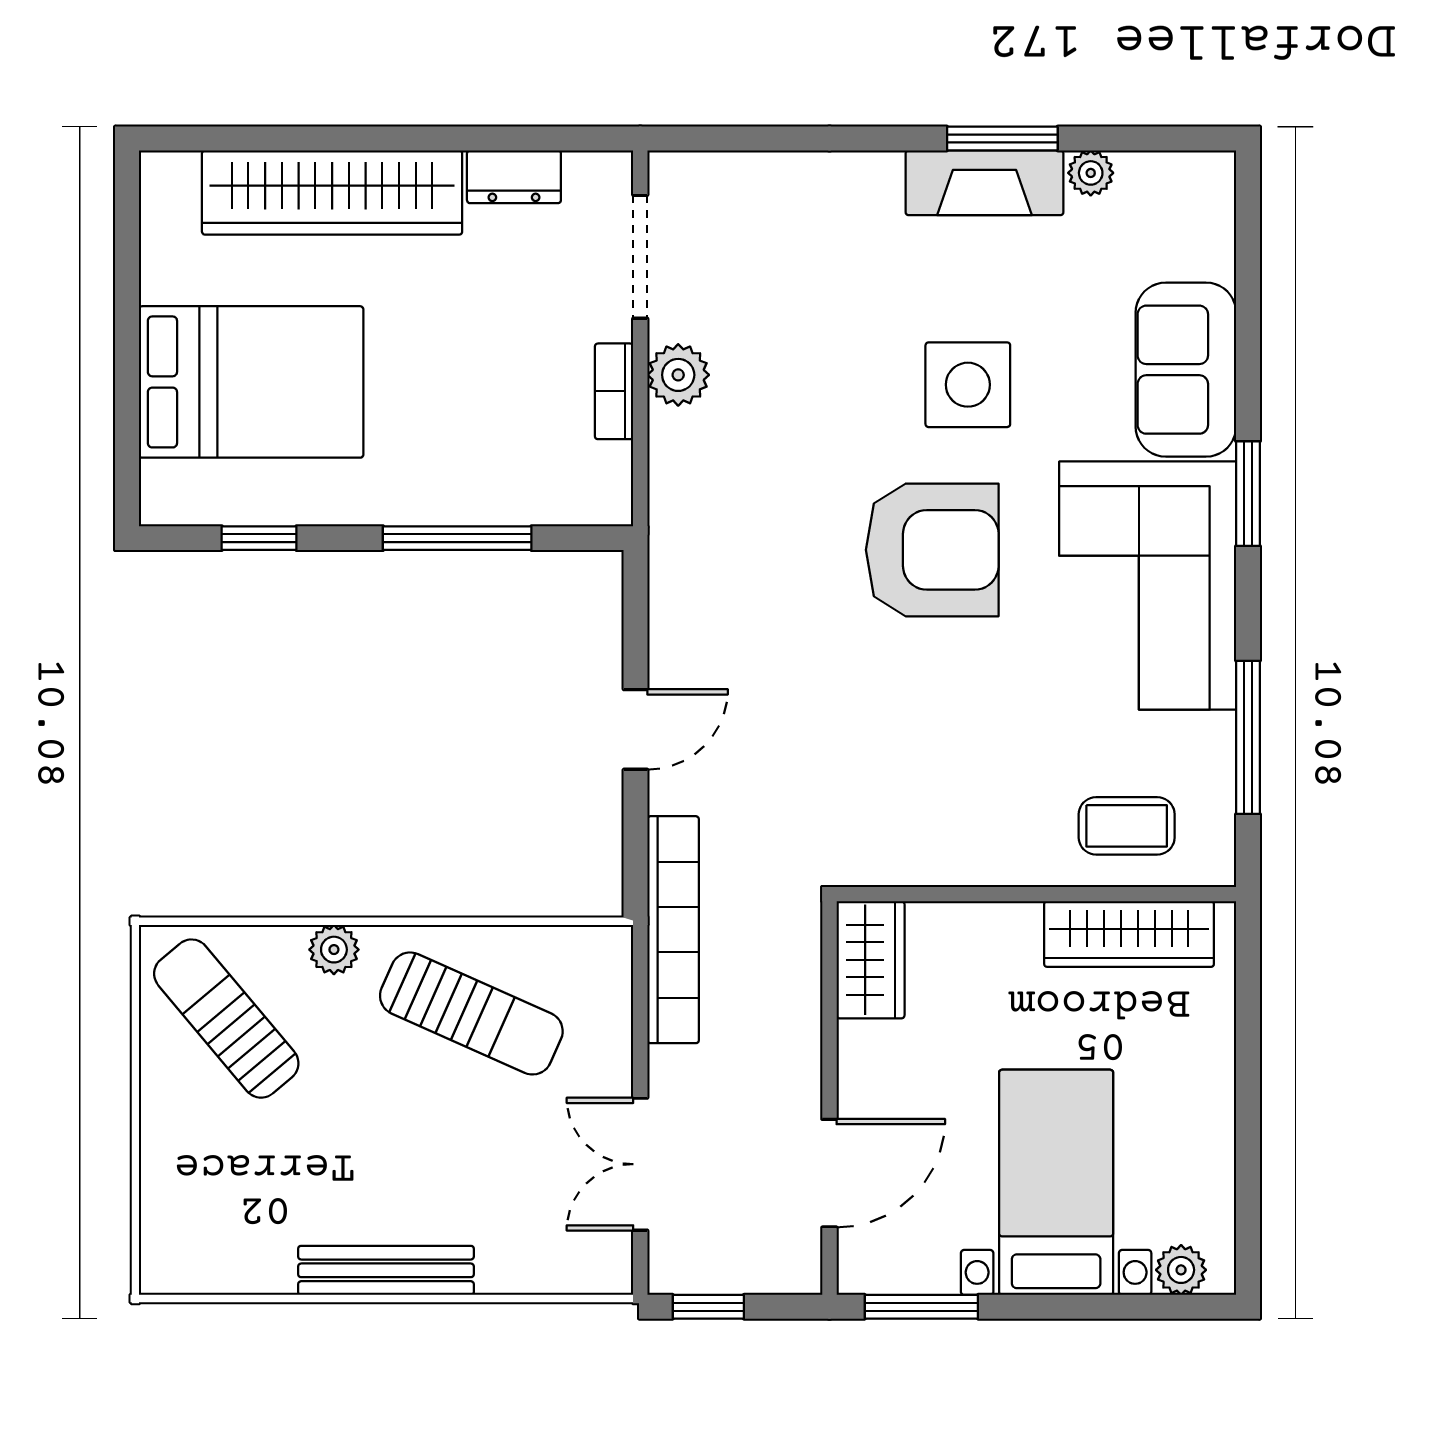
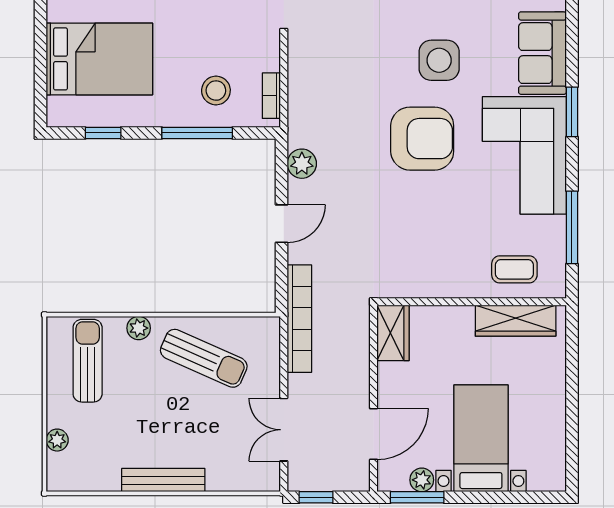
plant: (678, 375) -> (302, 164), moved
bookcase: (614, 391) -> (271, 96), moved
stool: (497, 449) -> (216, 91), added
sun lounger: (226, 1019) -> (88, 361), turned 40
plant: (162, 1186) -> (57, 440), added
plant: (1181, 1270) -> (422, 480), moved

